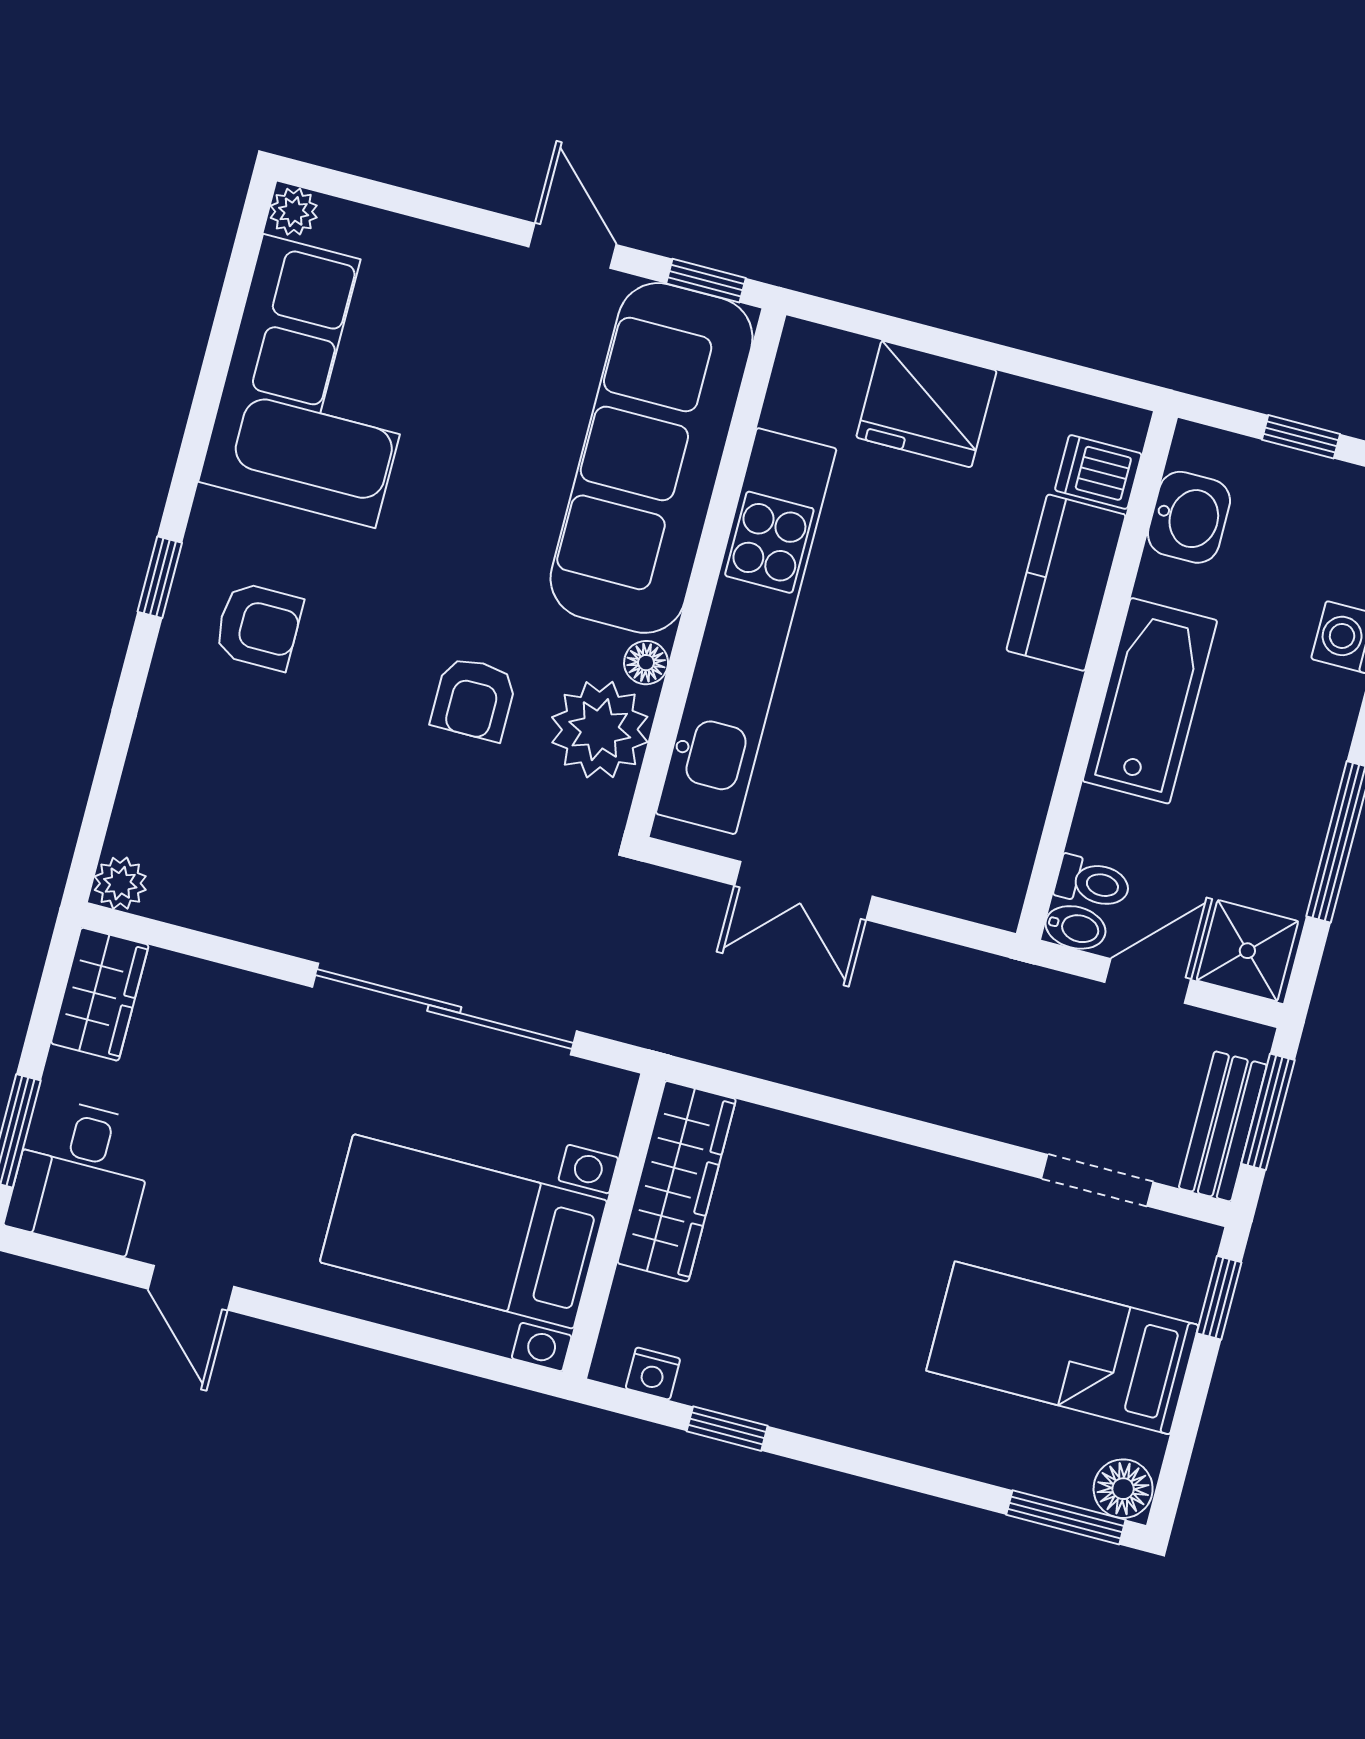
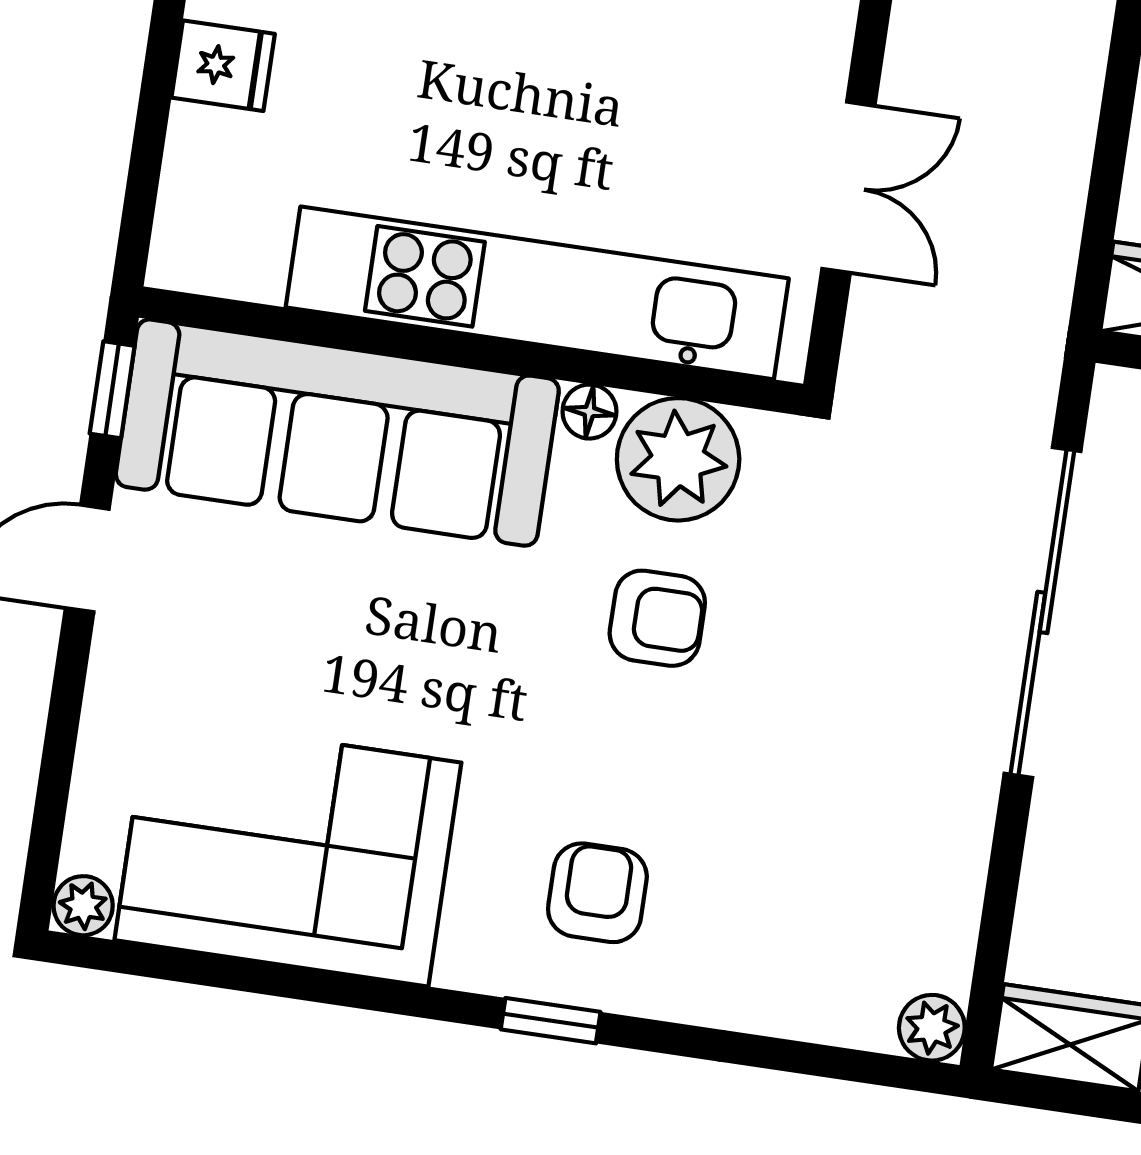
fridge: (926, 404) -> (223, 66), width x0.53, depth x0.75

